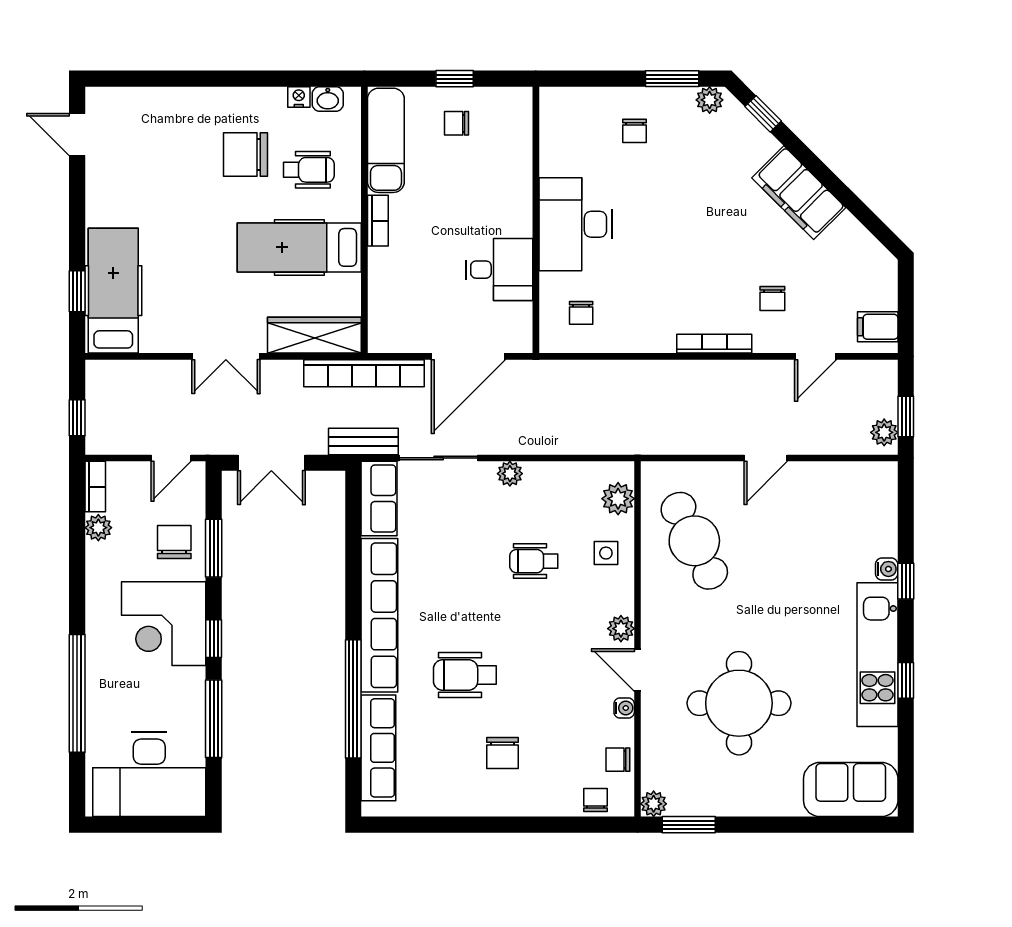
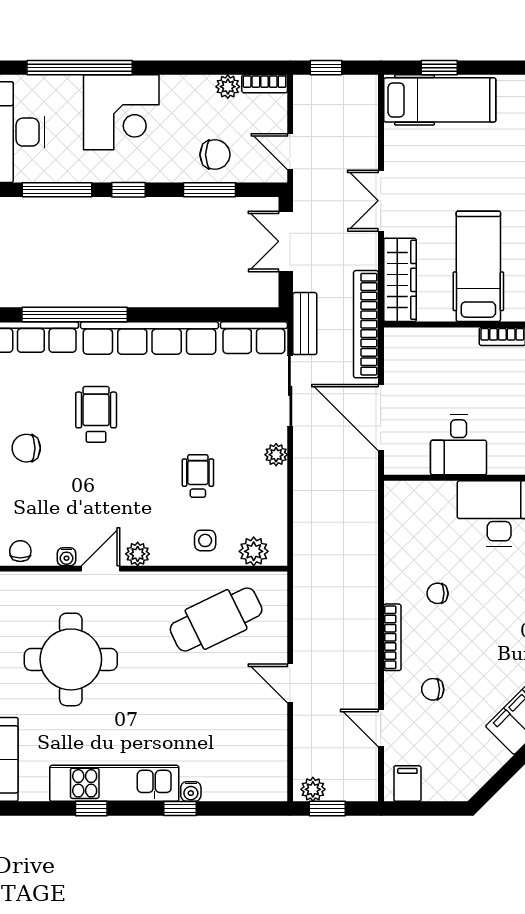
chair: (581, 313) -> (438, 593), moved
corner desk: (164, 624) -> (121, 112), moved, turned 180

